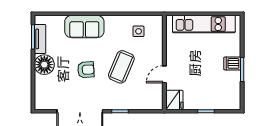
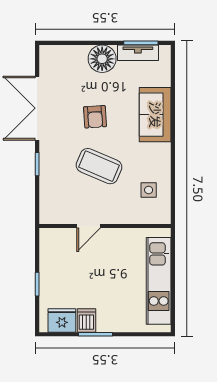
dishwasher: (232, 63) -> (86, 321), moved
door: (164, 74) -> (89, 226), swing flipped
fridge: (174, 100) -> (62, 320), moved, turned 180

